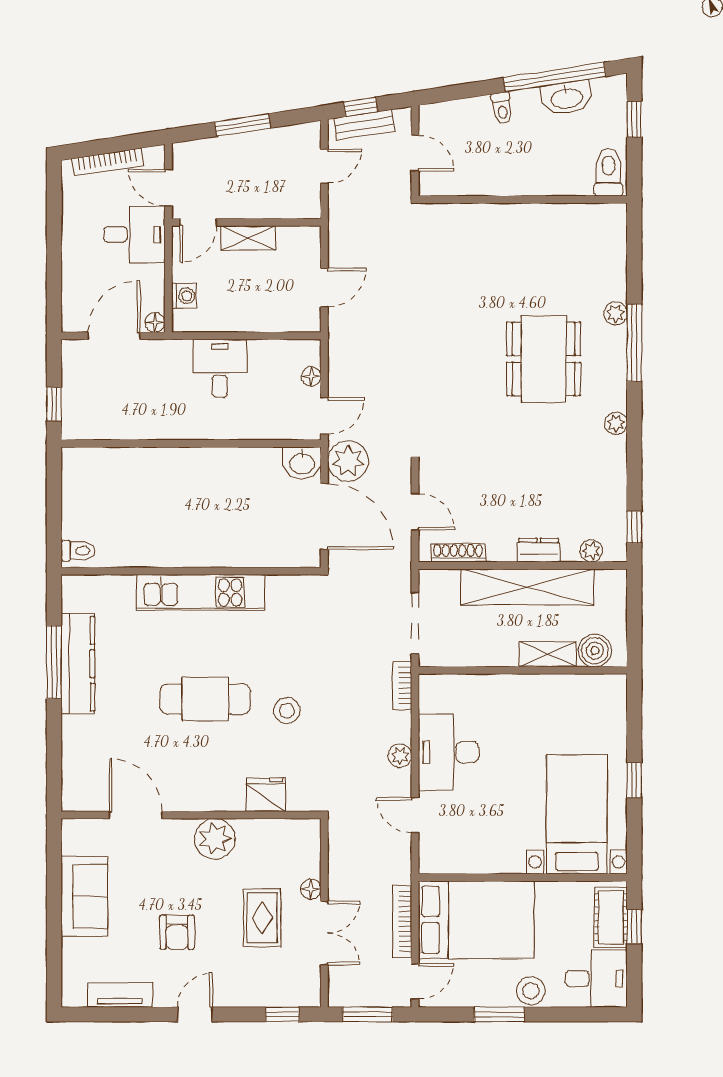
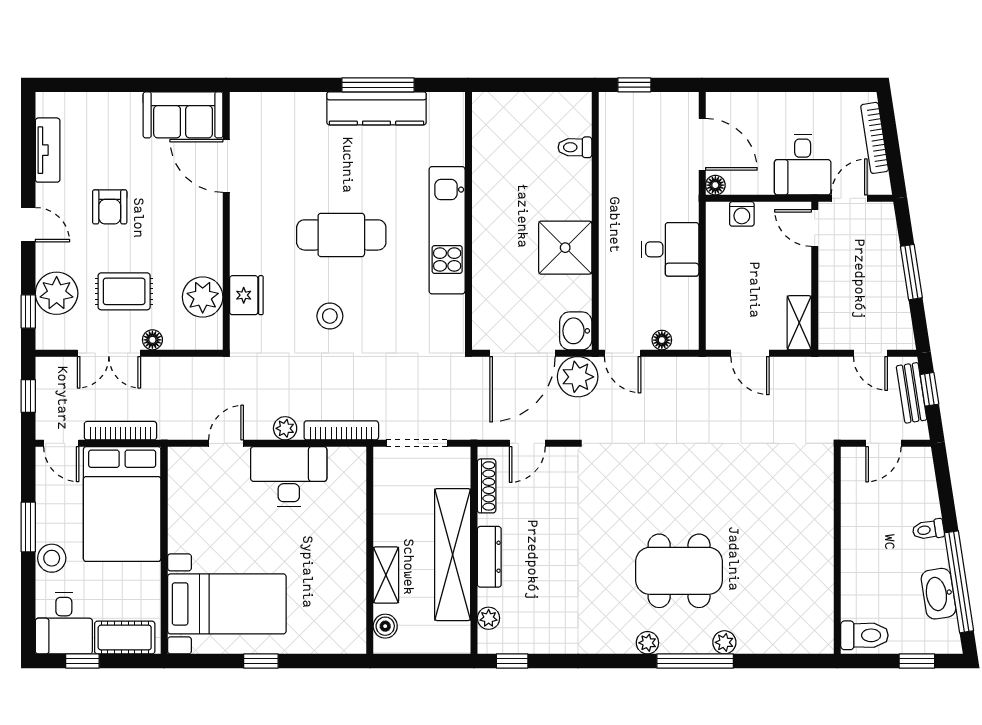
shelving: (248, 238) -> (799, 323), moved
plant: (616, 423) -> (647, 643), moved
shower: (218, 474) -> (565, 248), added
dresser: (539, 550) -> (489, 557), width x1.44
toilet: (78, 551) -> (575, 147), moved, turned 90
boiler: (595, 650) -> (385, 626), width x0.73, depth x0.73
bookcase: (402, 686) -> (341, 430), width x1.56
cafe table: (205, 699) -> (341, 235), turned 90
door: (136, 815) -> (226, 166), swing flipped
plant: (215, 839) -> (203, 297), moved
sofa: (84, 896) -> (183, 115), moved
window: (634, 927) -> (82, 661), moved
armchair: (177, 932) -> (110, 207), turned -90
plant: (264, 986) -> (57, 293), added
window: (367, 1014) -> (28, 396), width x0.67

